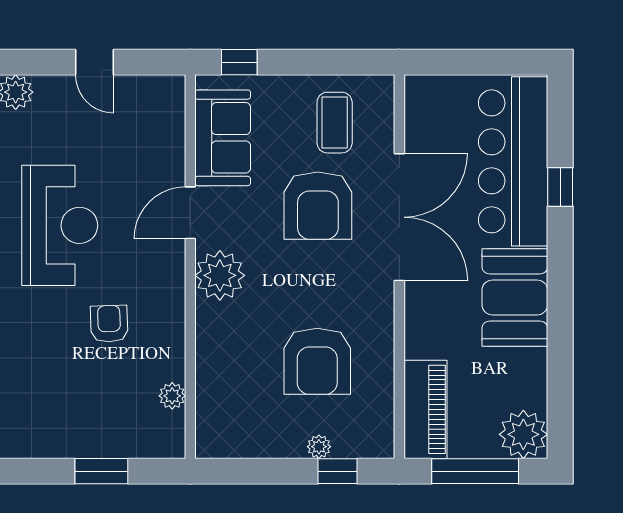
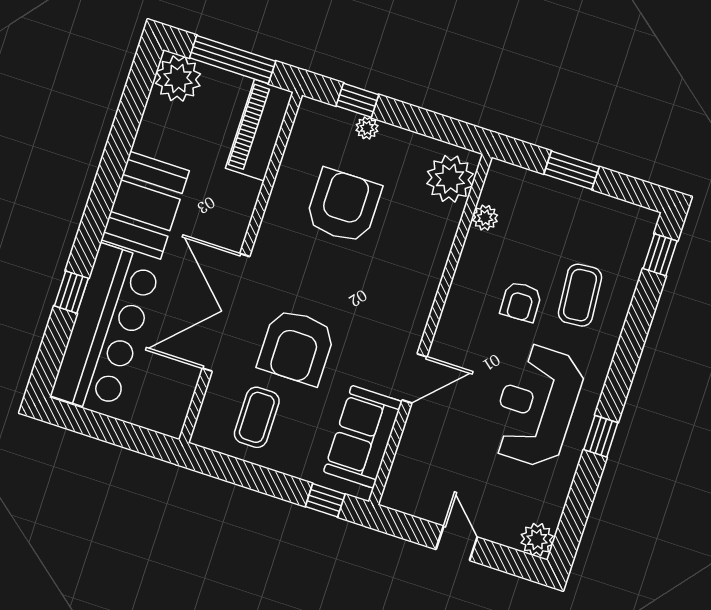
armchair: (318, 206) -> (297, 347), turned 180
plant: (220, 275) -> (450, 179), moved
coffee table: (52, 350) -> (580, 295), added

